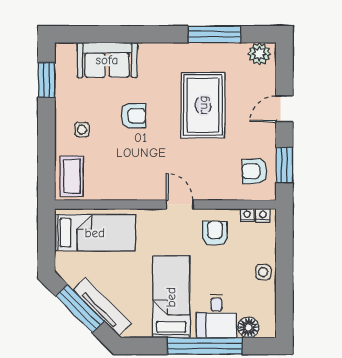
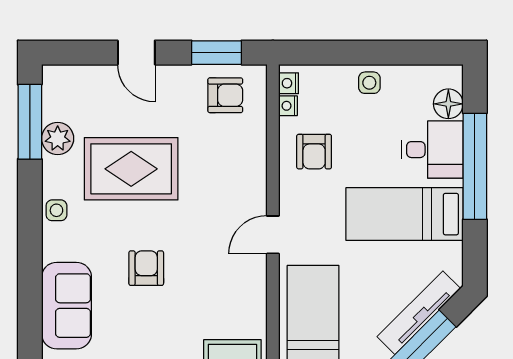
window: (214, 34) -> (30, 122), moved
plant: (259, 54) -> (58, 139), moved
side table: (82, 130) -> (56, 210), moved
armchair: (254, 171) -> (225, 95), turned -90
door: (180, 204) -> (273, 235), moved
armchair: (215, 233) -> (314, 152), turned -90

